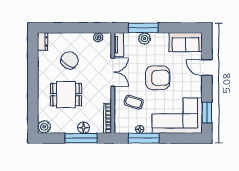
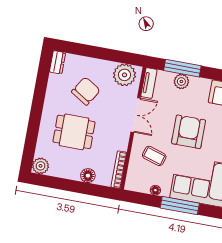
plant: (98, 37) -> (124, 75), width x1.87, depth x1.87
armchair: (158, 78) -> (189, 132), turned -90
window: (81, 138) -> (82, 188), removed
window: (144, 138) -> (180, 206), moved

